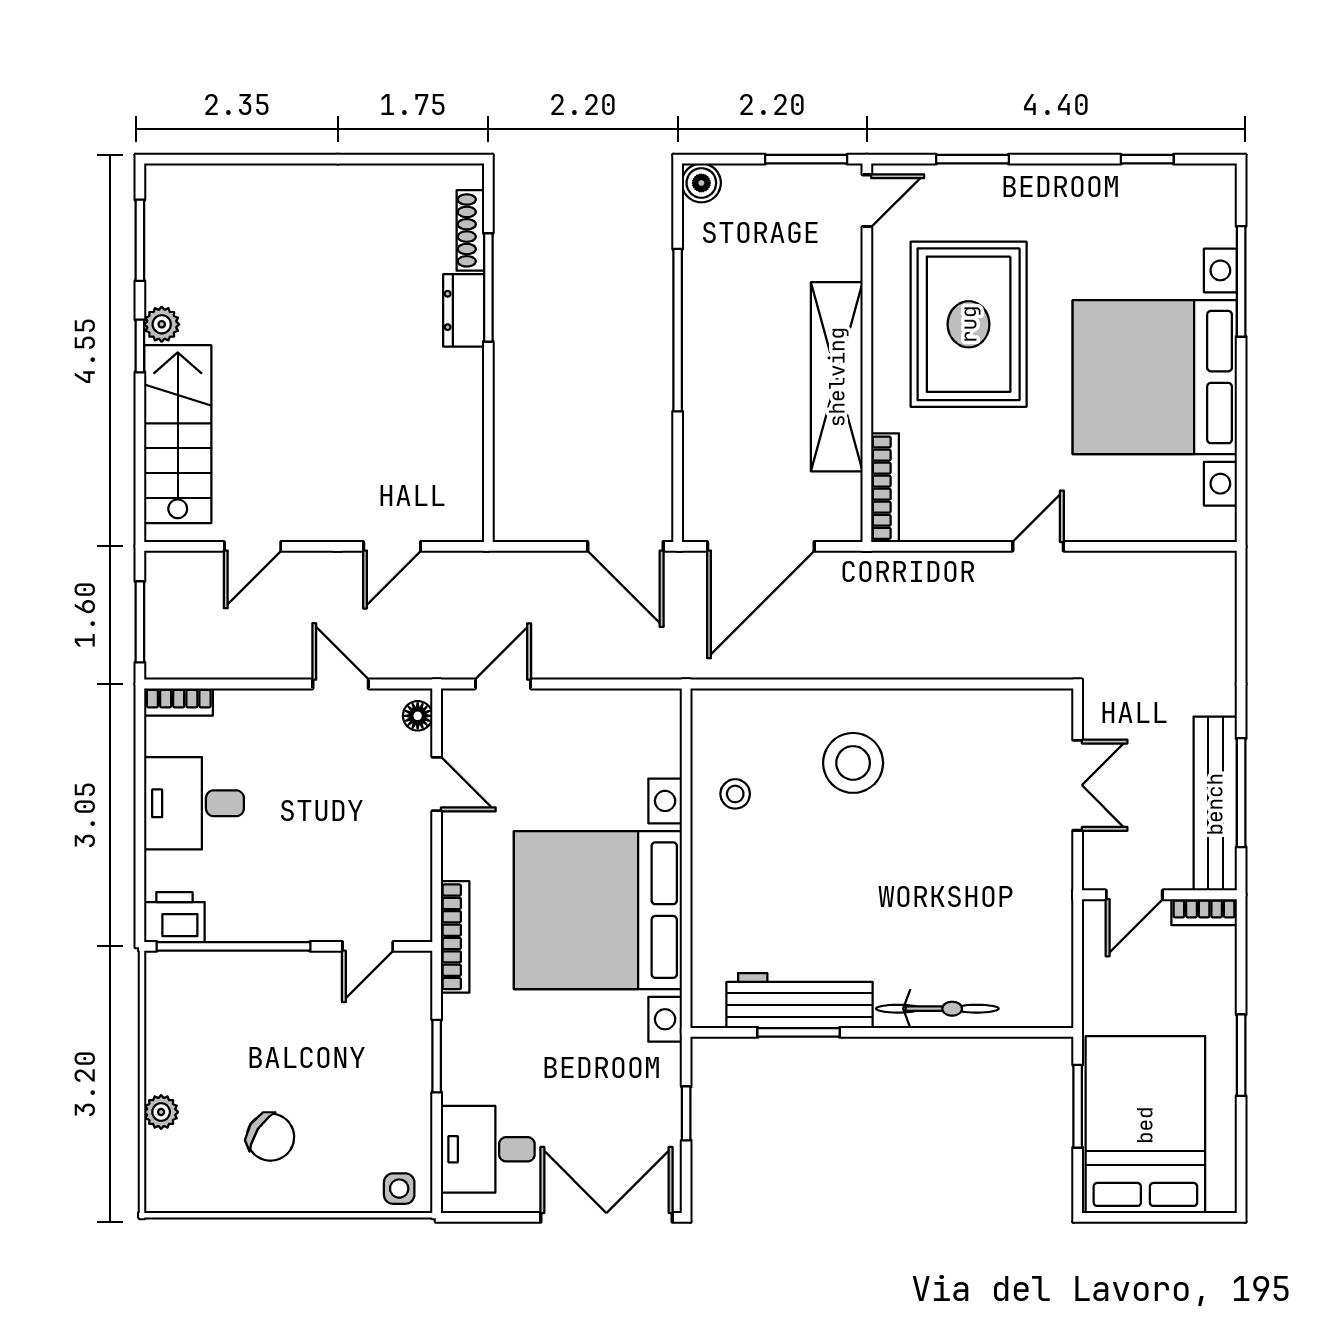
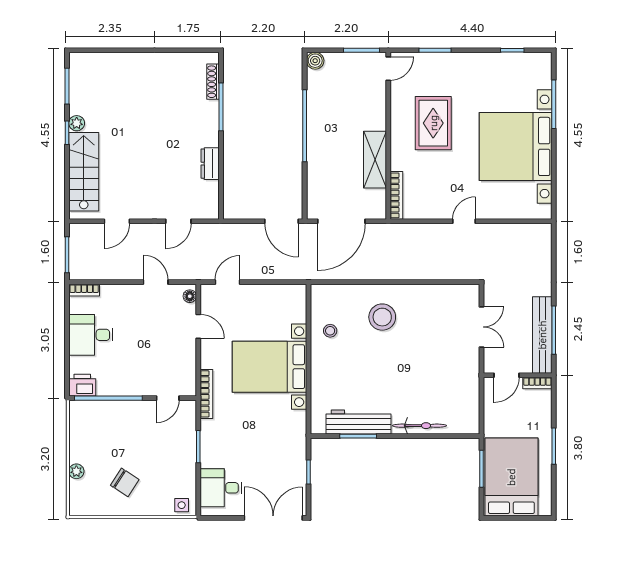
dresser: (464, 310) -> (210, 164), moved
rug: (969, 324) -> (433, 123), width x0.73, depth x0.69
shelving: (837, 377) -> (375, 160), width x0.68
bed with nightstands: (598, 910) -> (269, 367), width x0.73

